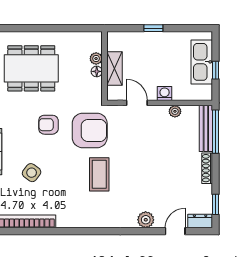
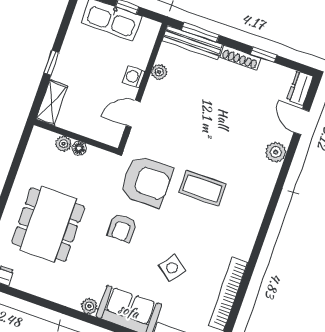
shelving: (114, 69) -> (52, 103), moved, turned 90
armchair: (90, 130) -> (146, 181), turned 90
window: (216, 132) -> (200, 32), width x0.69
window: (216, 204) -> (264, 55), moved

